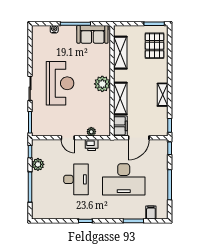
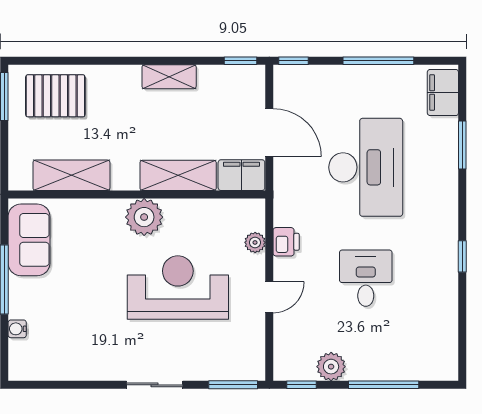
reception desk: (60, 83) -> (178, 287), moved
desk: (76, 179) -> (366, 278), width x0.73
filing cabinet: (151, 213) -> (443, 93), width x2.00

